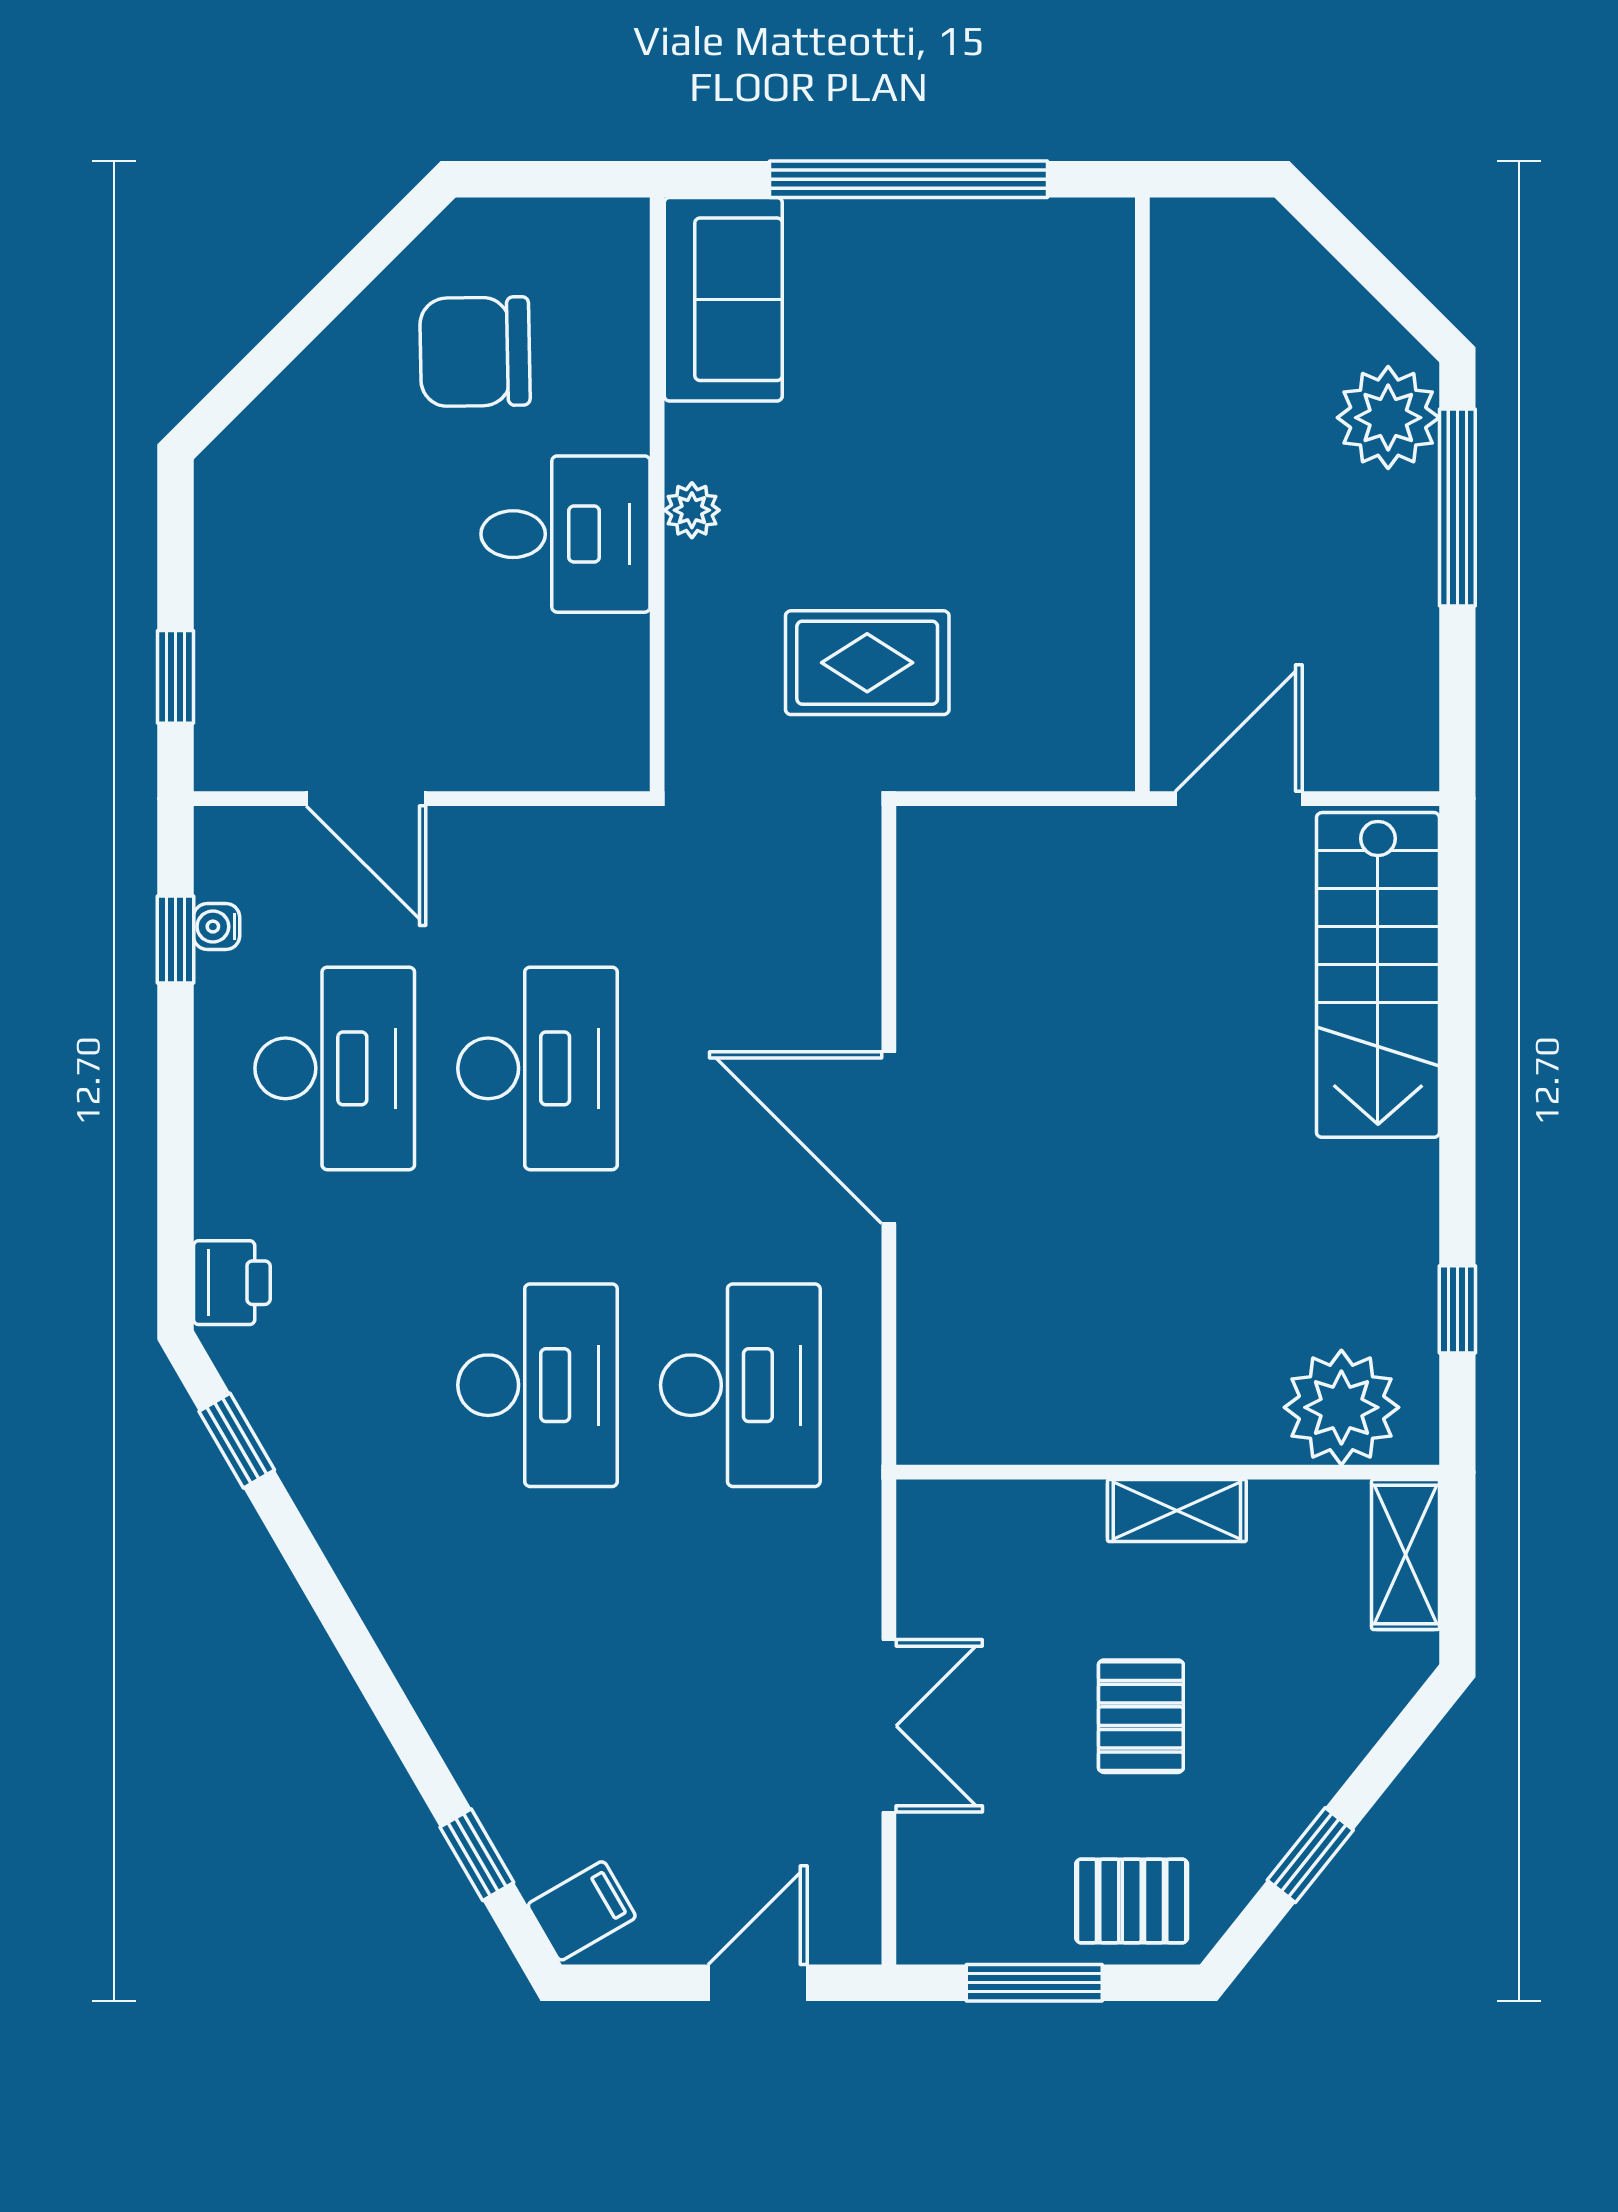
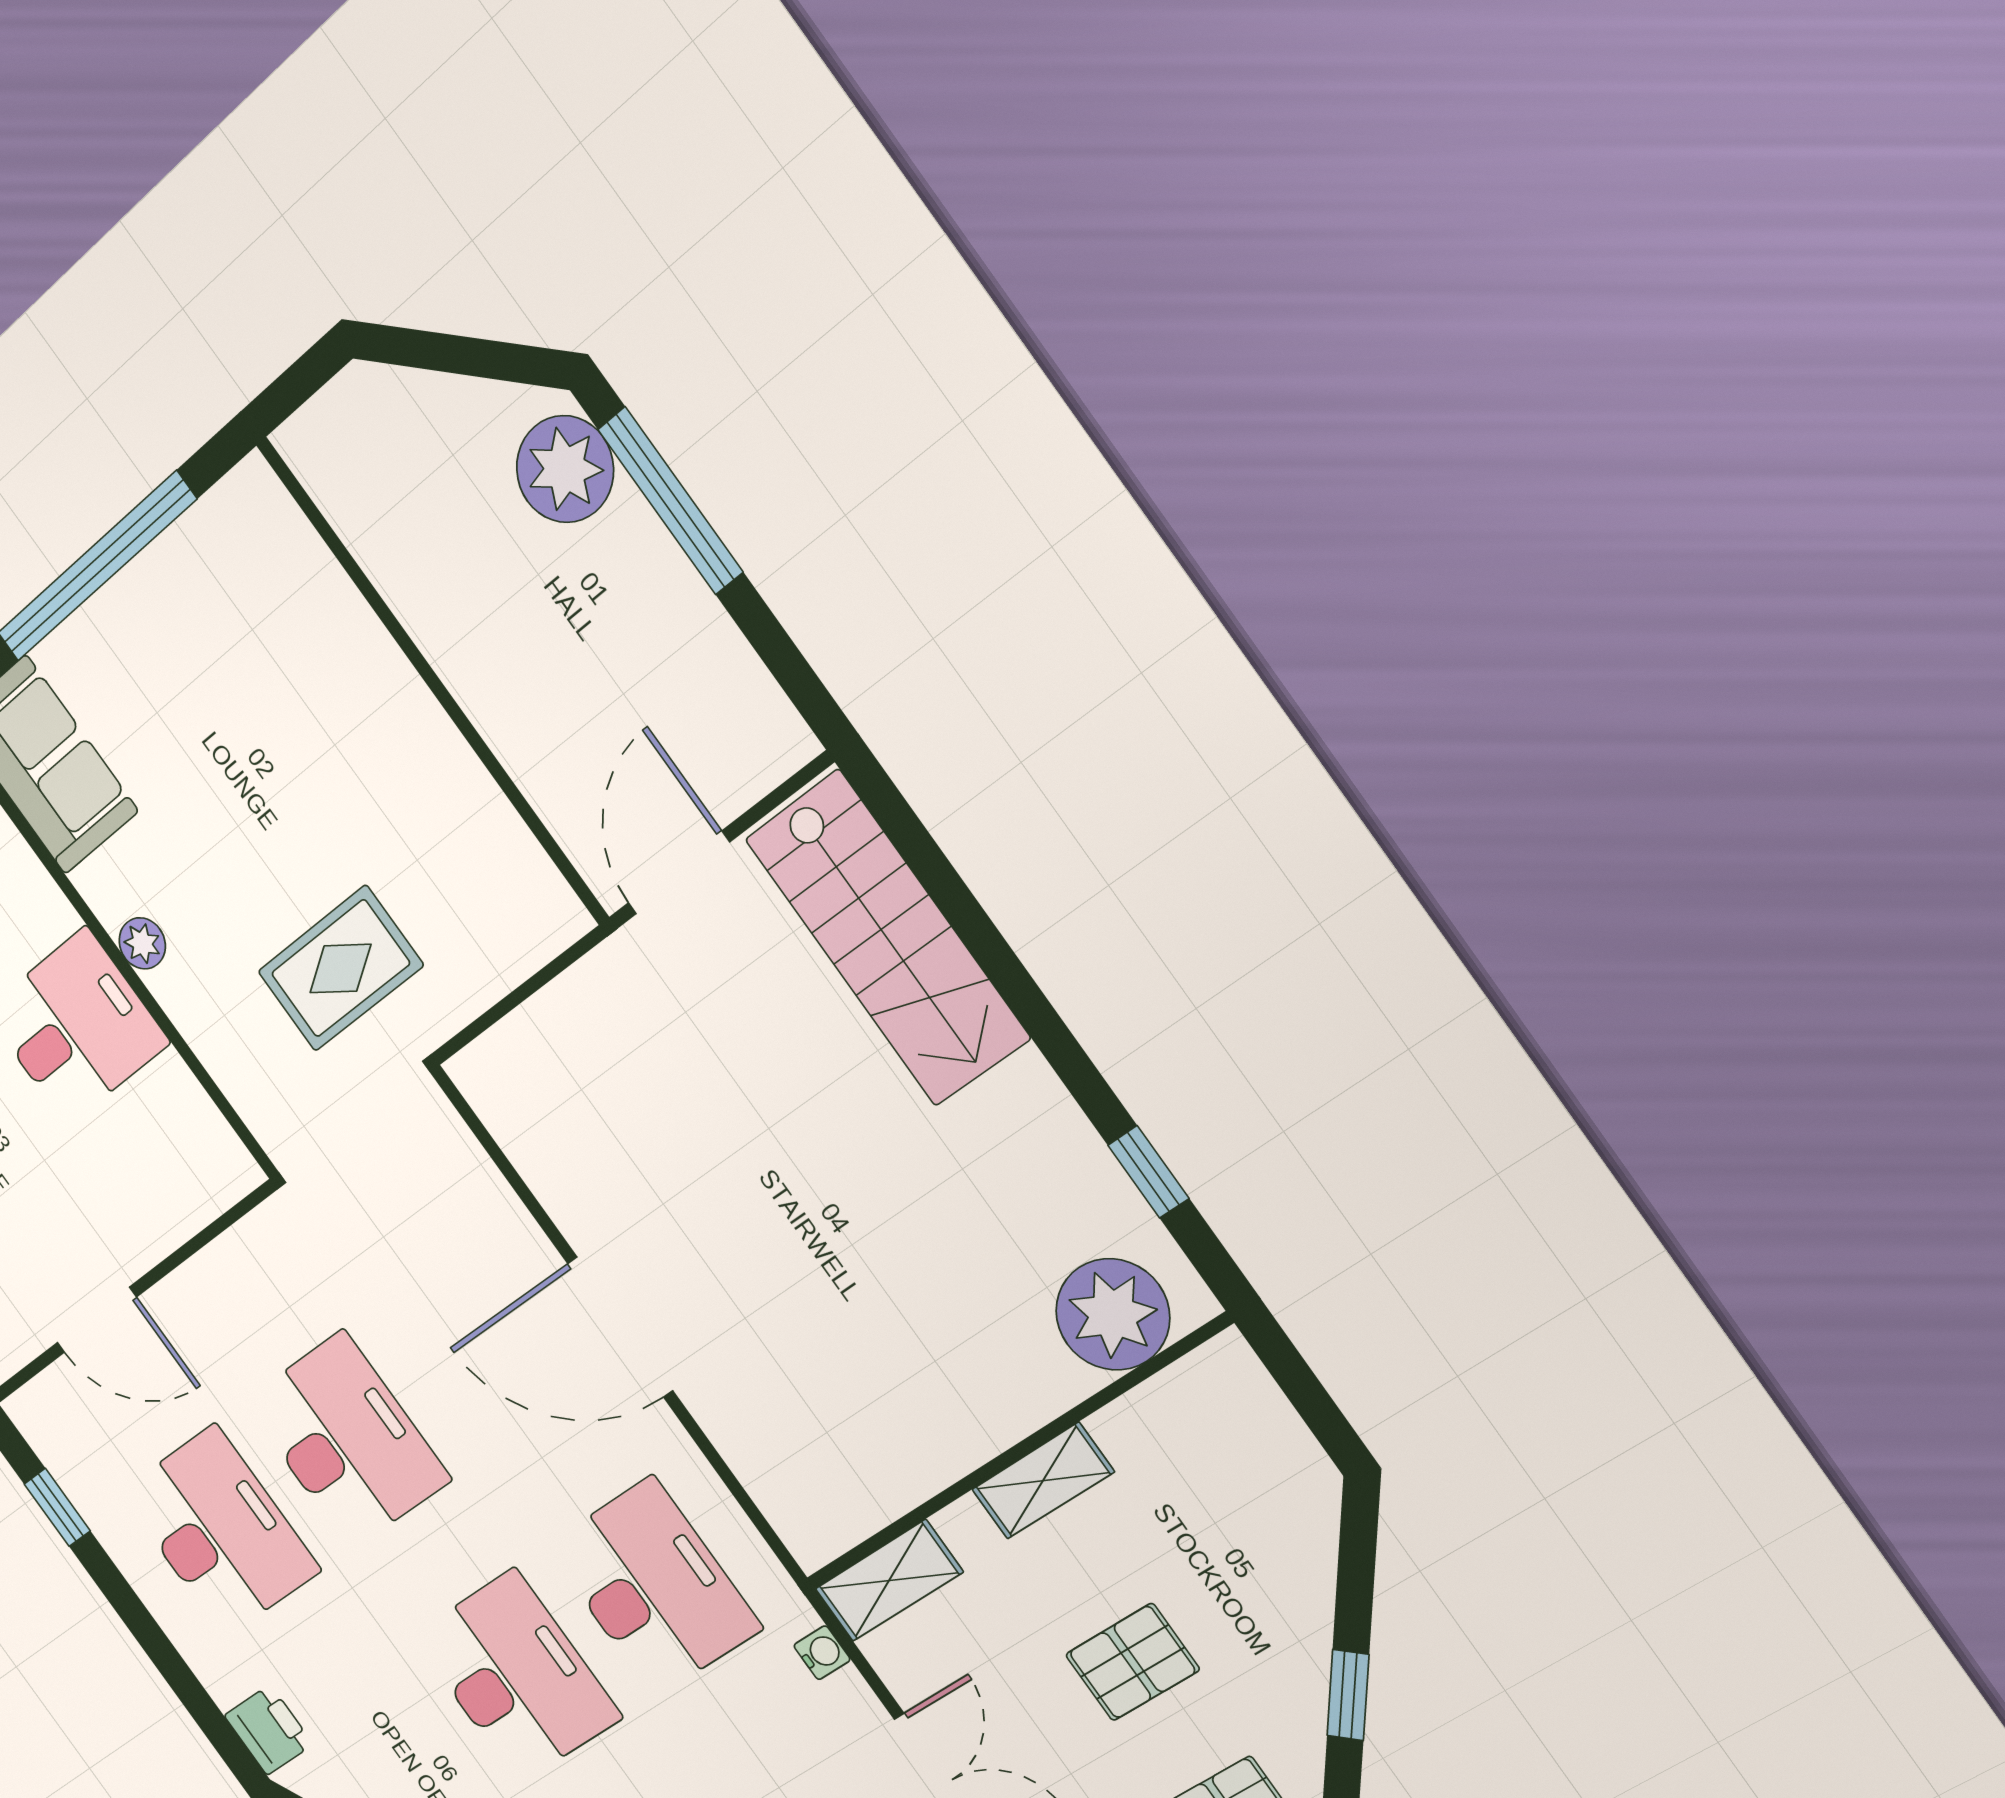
water cooler: (217, 927) -> (822, 1653), moved, turned 180
shelving: (1405, 1554) -> (889, 1580), moved, turned 90
pallet: (1141, 1716) -> (1132, 1662), turned 90

